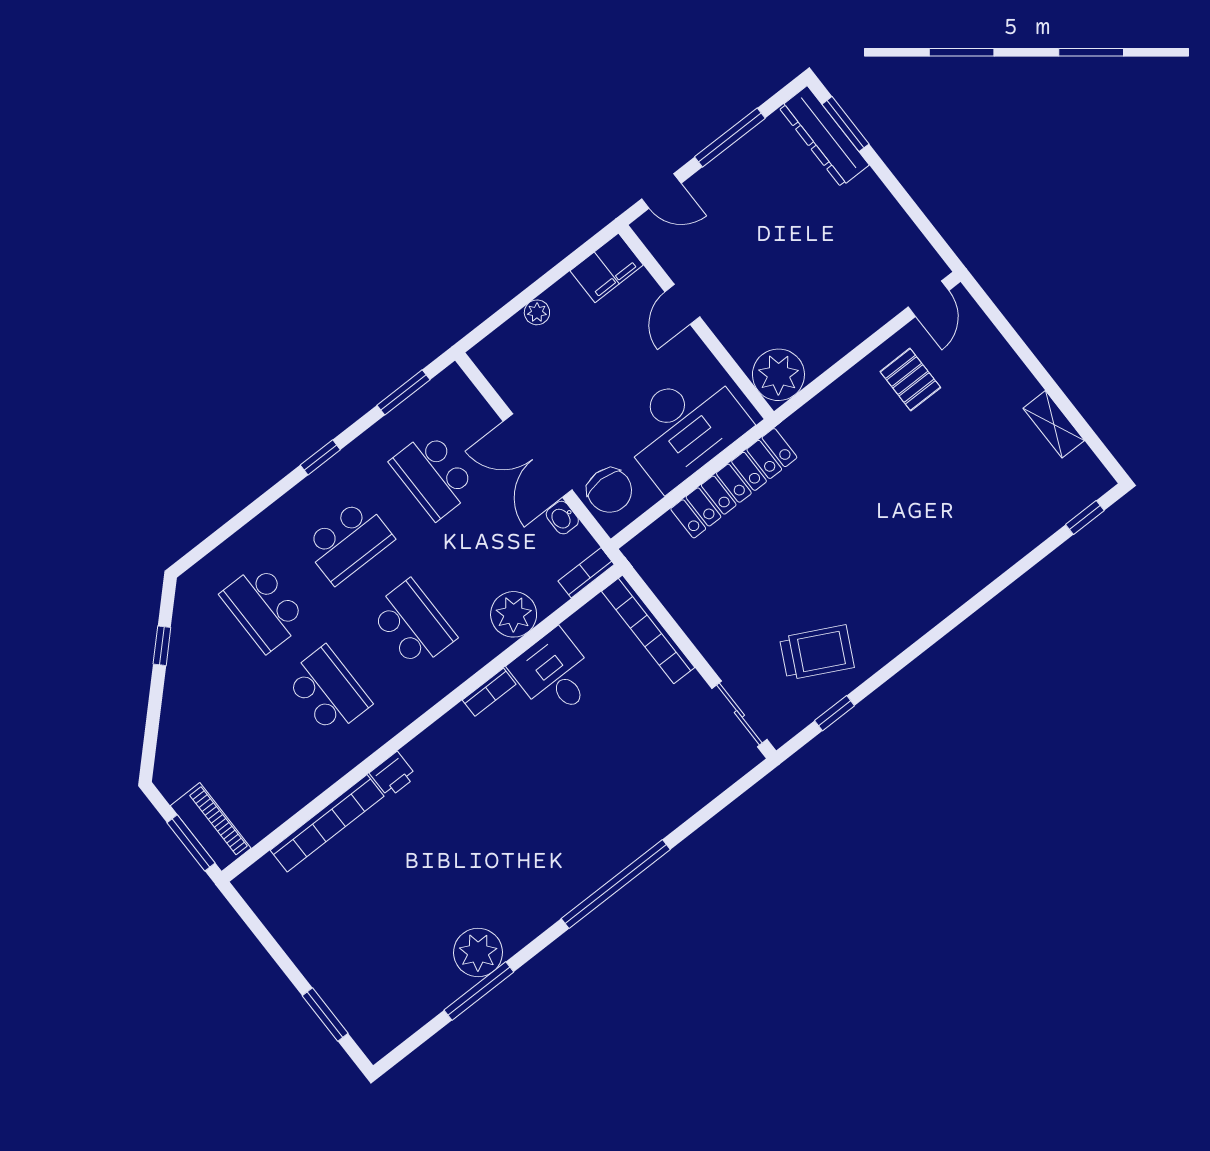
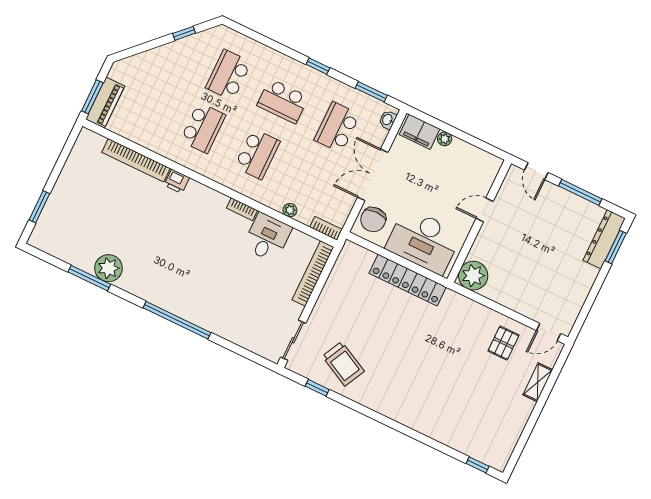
filing cabinet: (607, 268) -> (420, 132), moved
shelving: (1054, 424) -> (538, 382), moved
washbasin: (562, 518) -> (388, 120), moved
plant: (514, 614) -> (290, 210), width x0.53, depth x0.53

